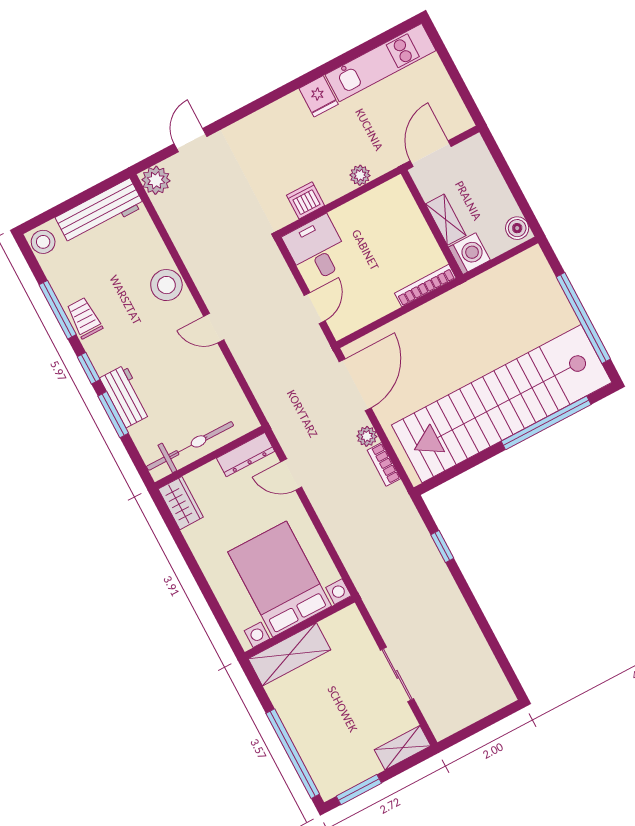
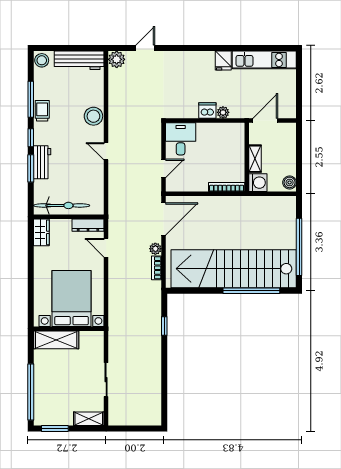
dishwasher: (306, 200) -> (207, 111), moved

